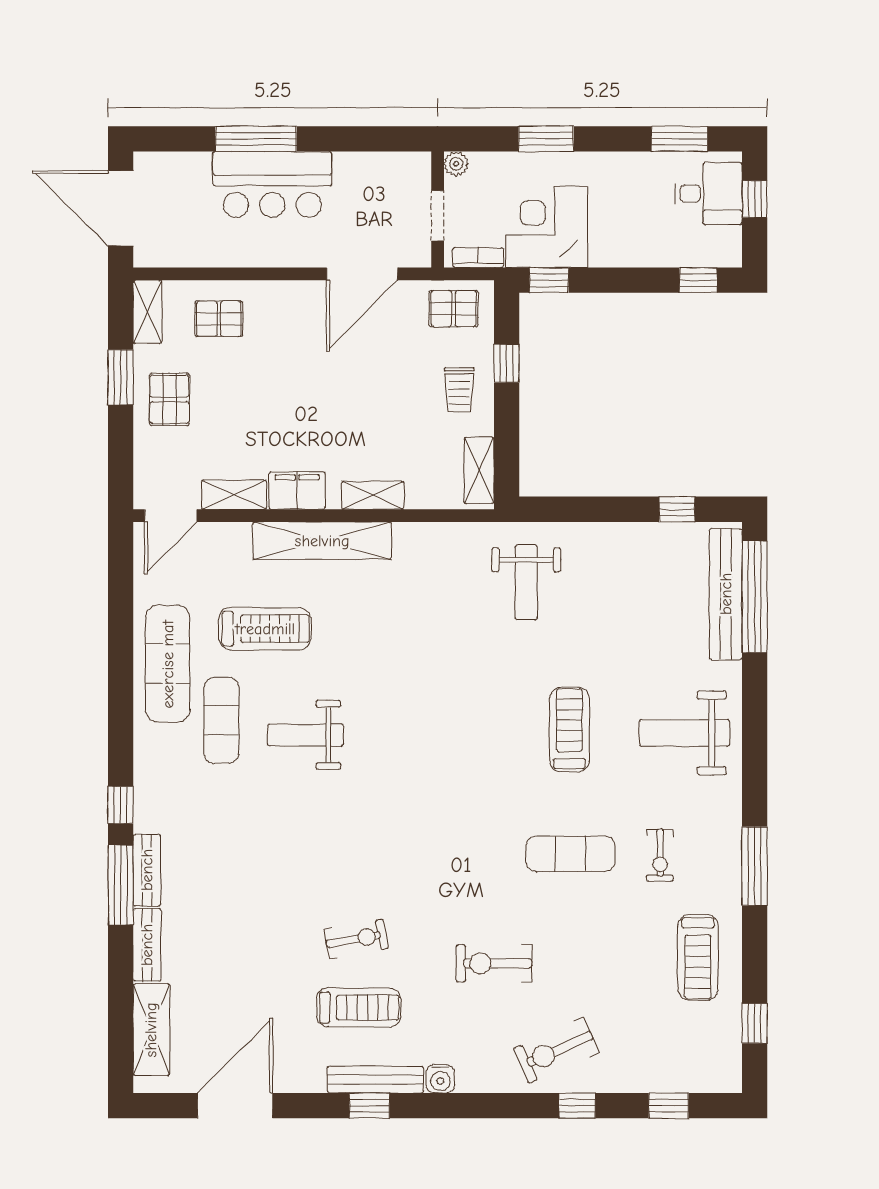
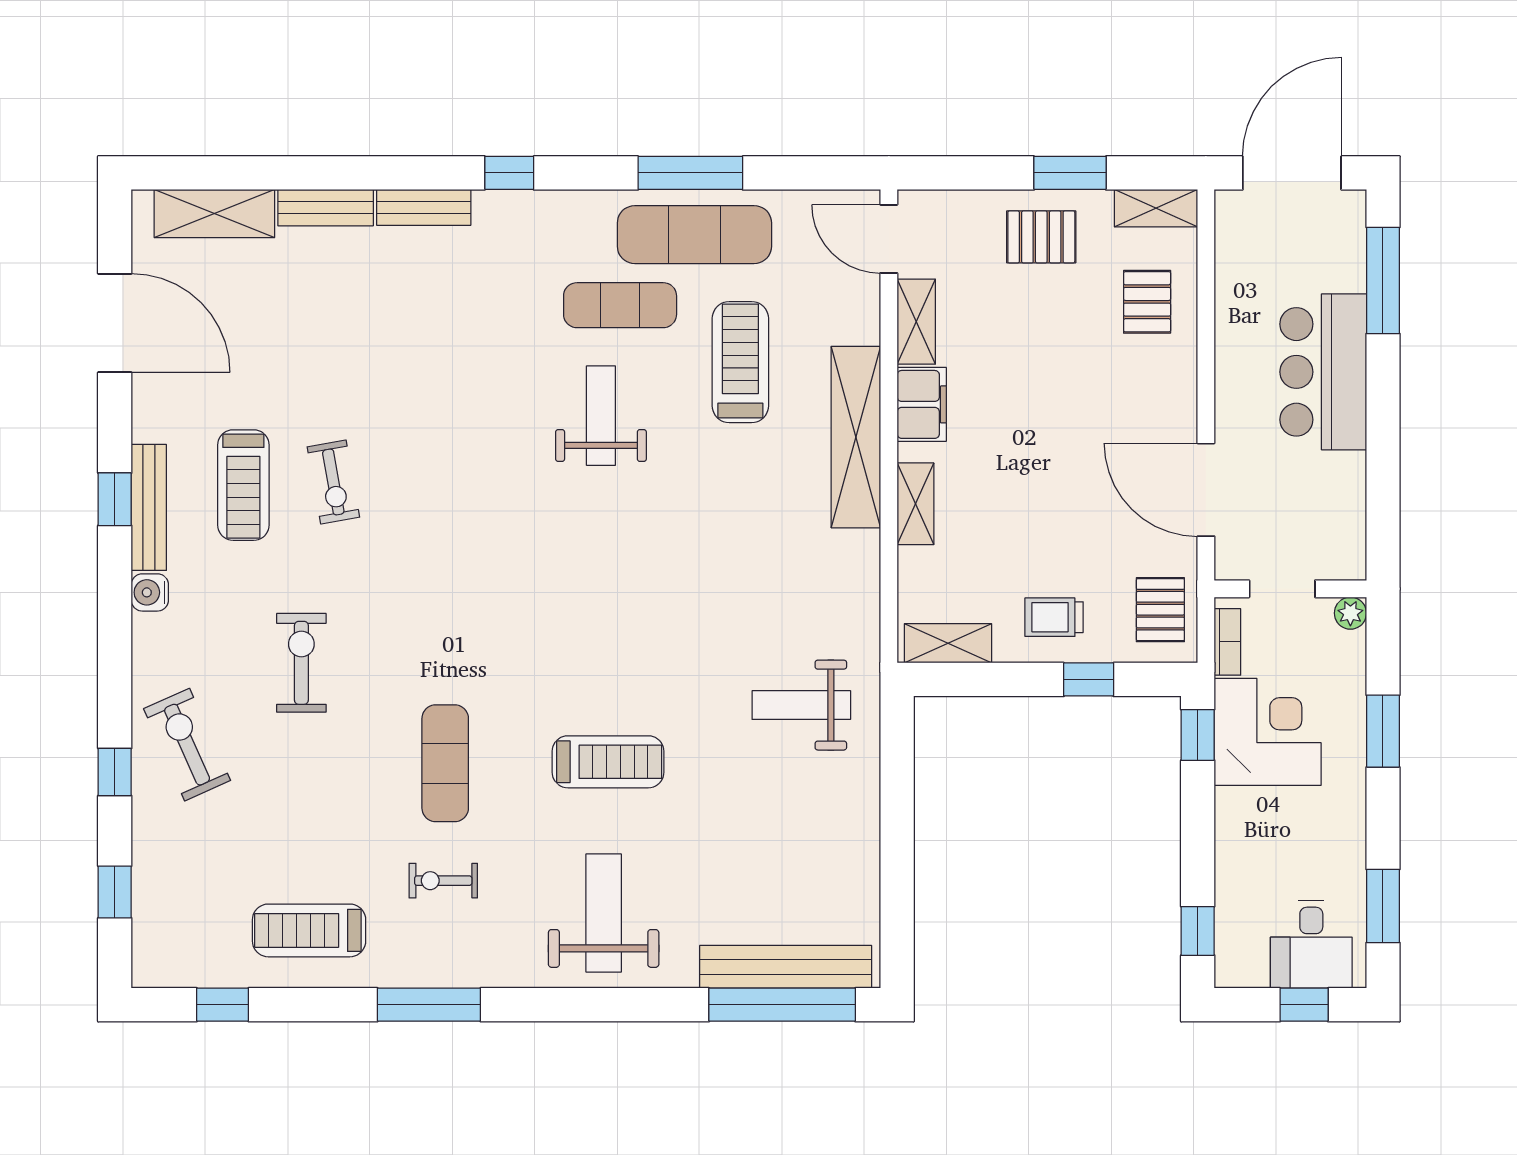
window: (256, 139) -> (1383, 280), moved
window: (677, 509) -> (897, 903), removed
treadmill: (265, 629) -> (740, 362), turned 180
window: (121, 885) -> (690, 173), moved

